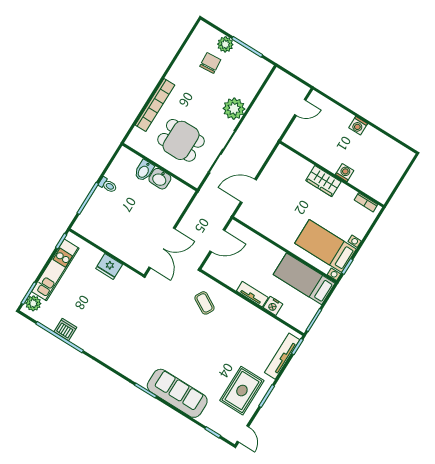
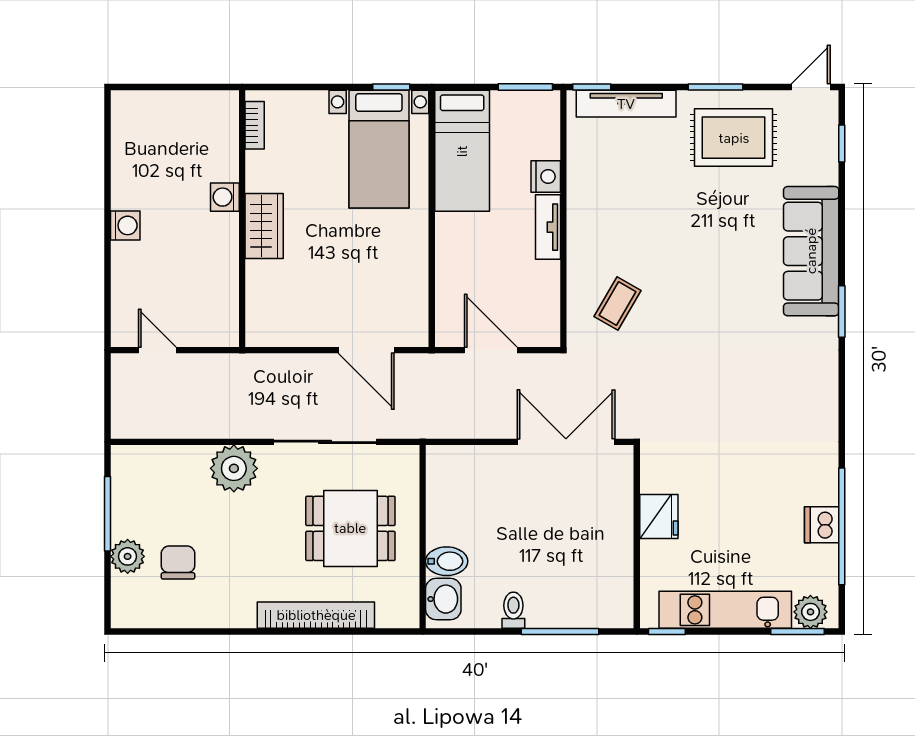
chair: (210, 63) -> (178, 562), turned 94
dining table: (181, 140) -> (350, 528), turned 90
washbasin: (160, 179) -> (443, 599), moved

